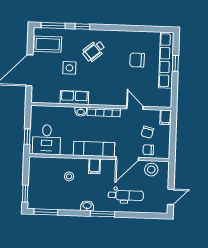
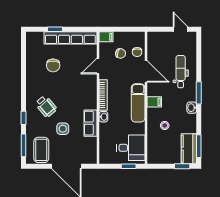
row of seats: (166, 60) -> (70, 38), moved
stool: (151, 170) -> (156, 49), removed
kitchen counter: (43, 201) -> (189, 149), added

